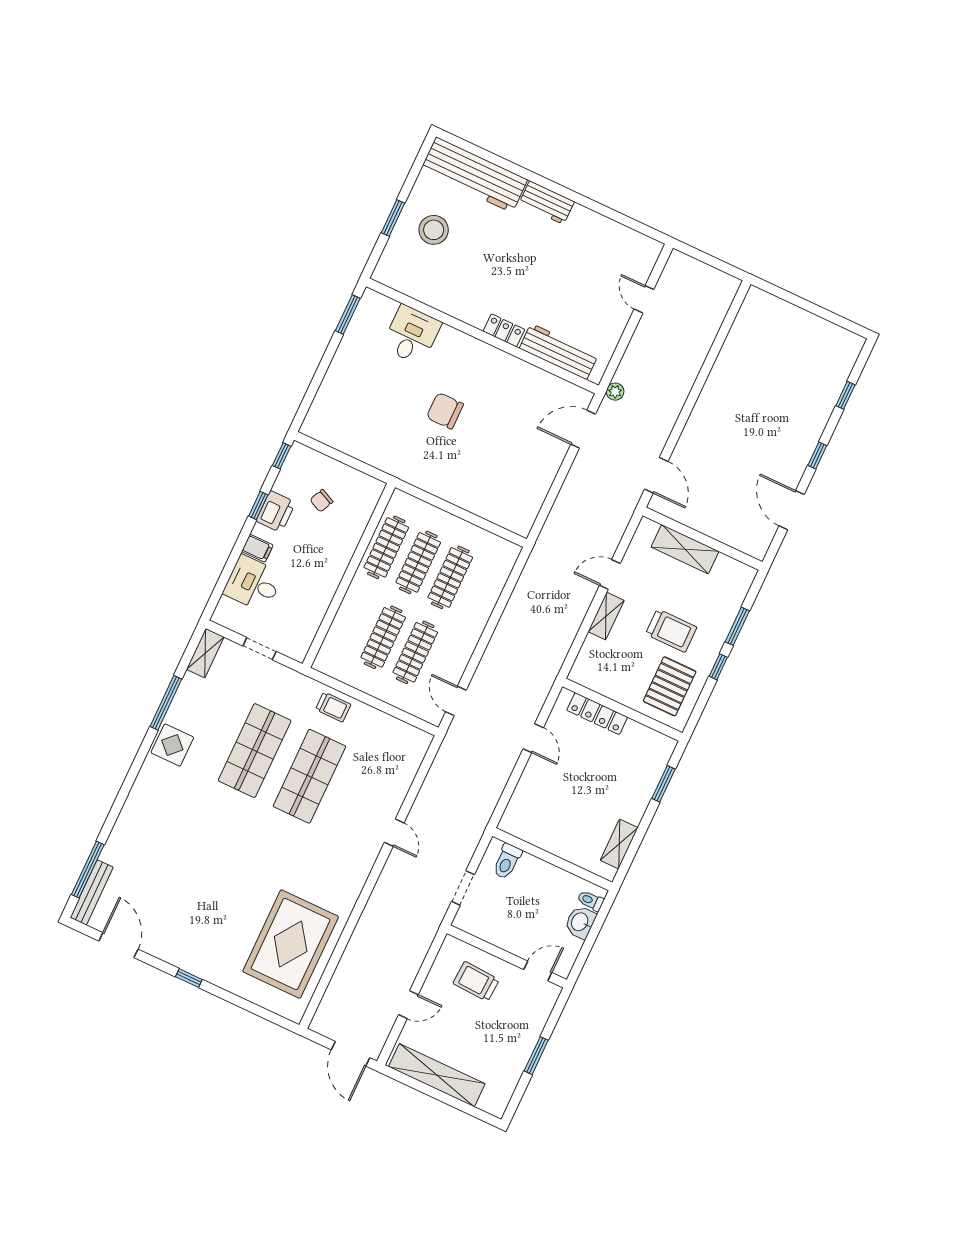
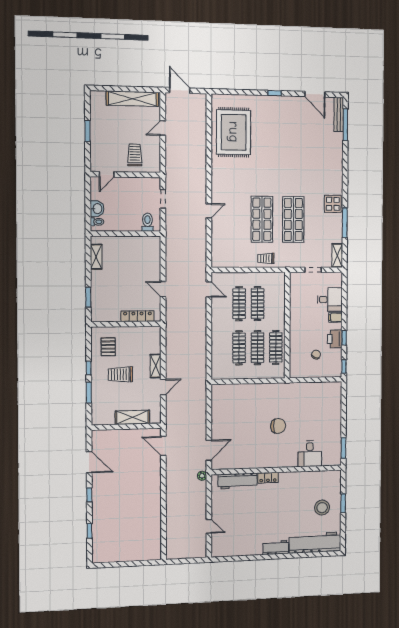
pallet: (670, 686) -> (108, 347), width x0.67, depth x0.71
door: (394, 833) -> (209, 211), swing flipped
trolley: (476, 981) -> (135, 155), turned -93

